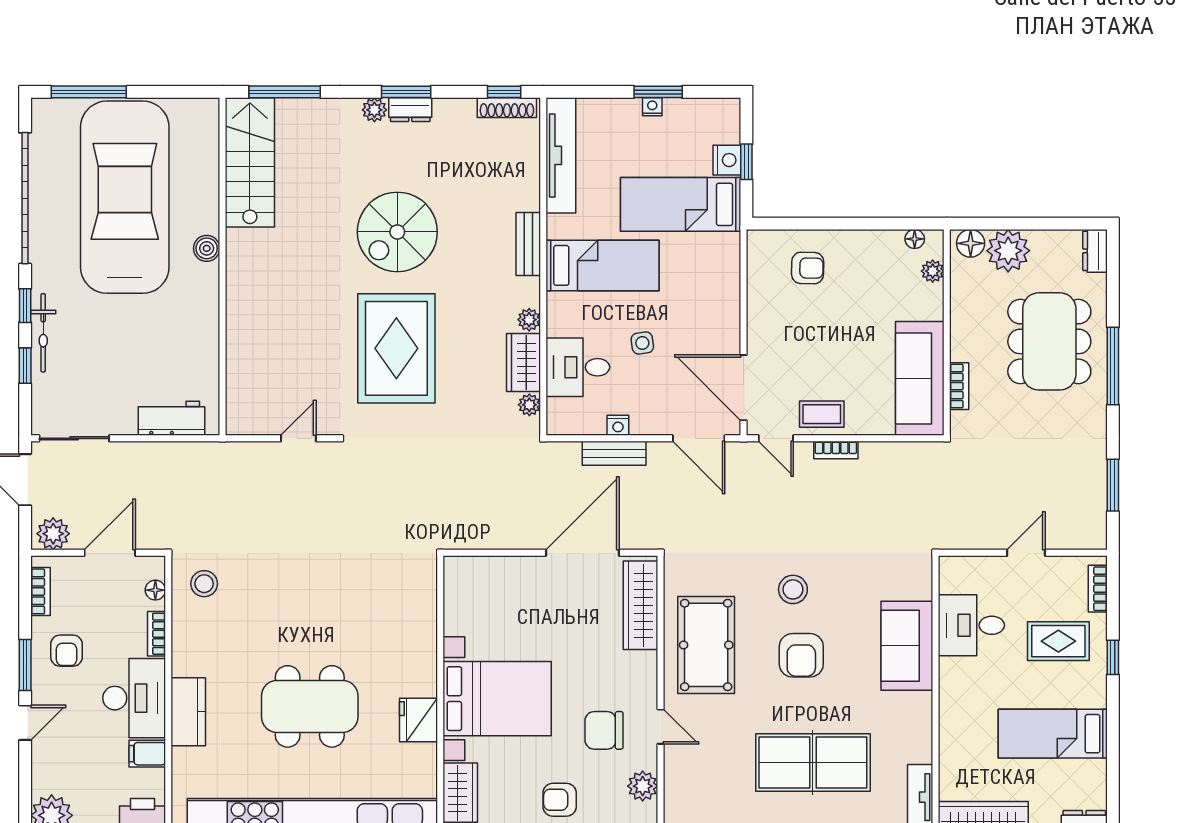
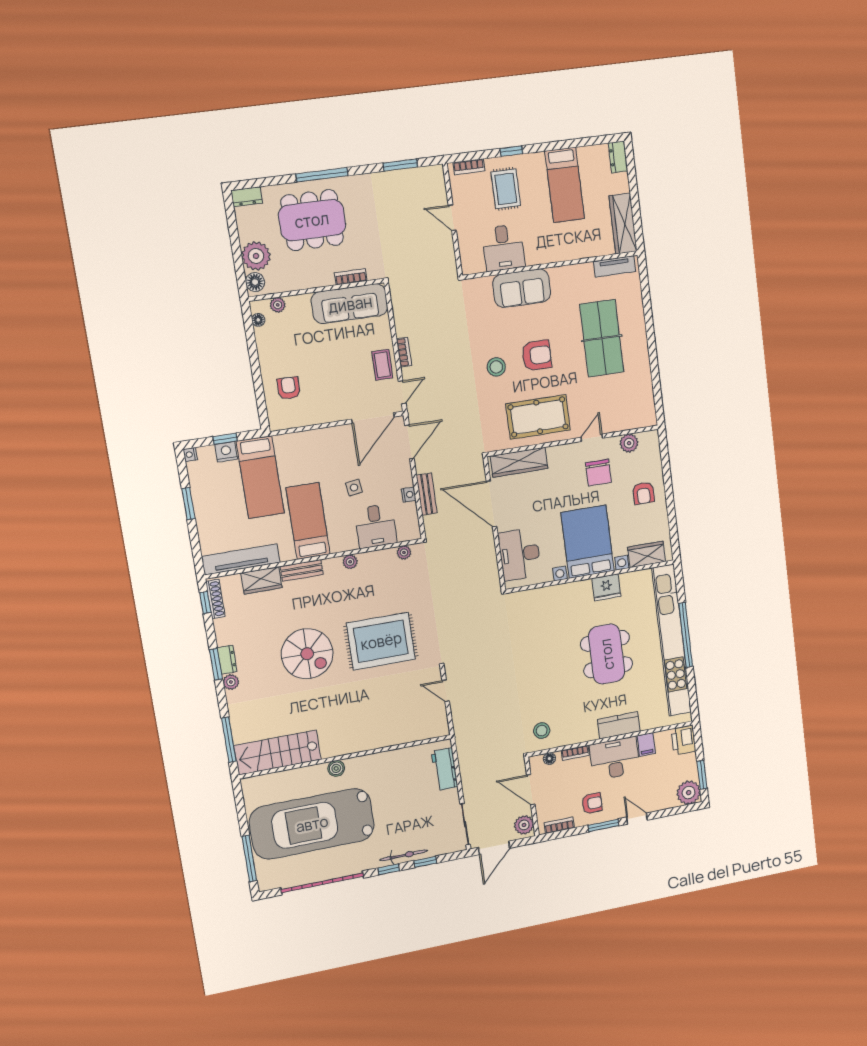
nightstand: (652, 107) -> (190, 454), moved
wardrobe: (523, 362) -> (261, 580), moved
desk: (496, 587) -> (520, 554), added

